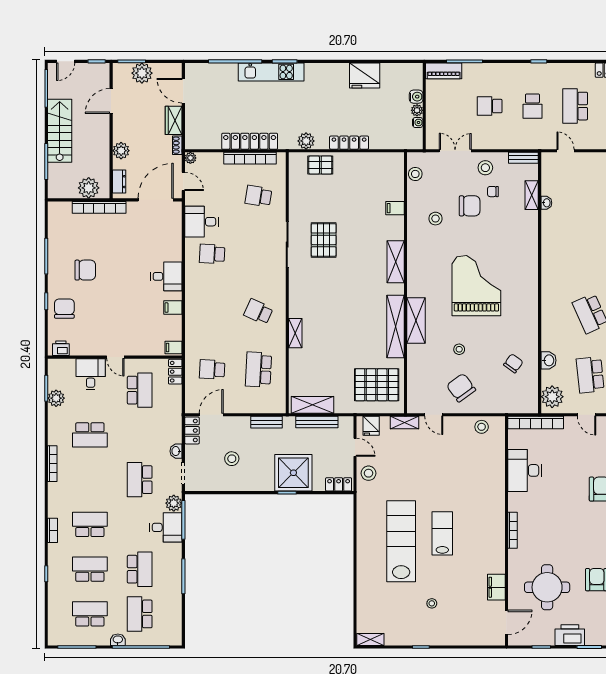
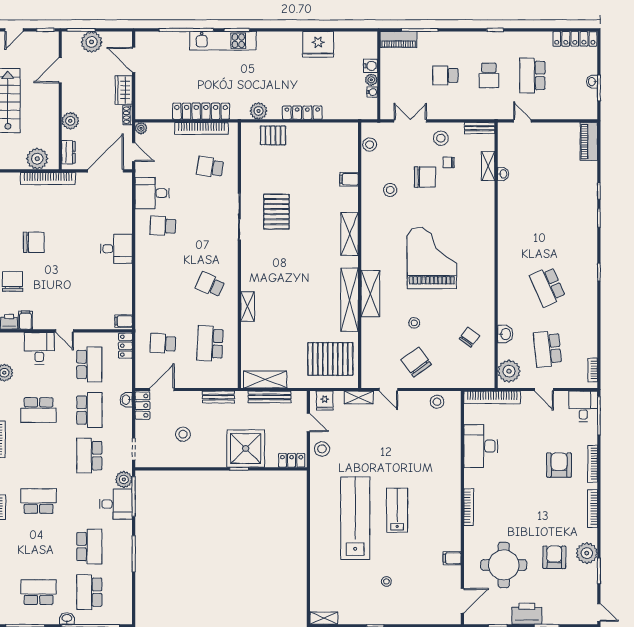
filing cabinet: (173, 308) -> (25, 320), moved, turned 90
washbasin: (176, 451) -> (126, 400), moved
school desk: (90, 569) -> (89, 410), moved, turned 90
filing cabinet: (496, 587) -> (452, 558), width x0.50

